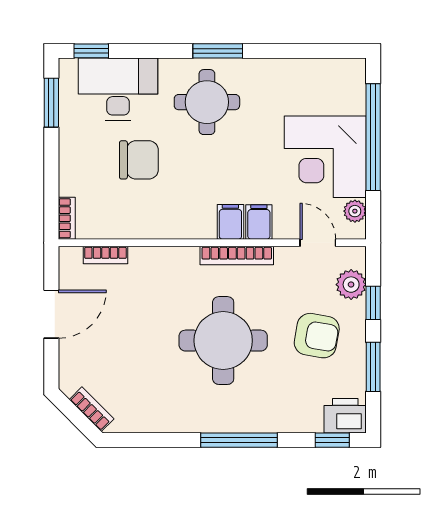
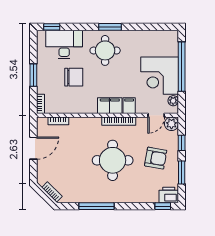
window: (51, 103) -> (33, 75), moved
filing cabinet: (230, 222) -> (110, 106), width x2.00
door: (318, 243) -> (156, 115), swing flipped
plant: (351, 285) -> (171, 124), moved
window: (239, 440) -> (96, 206), moved

